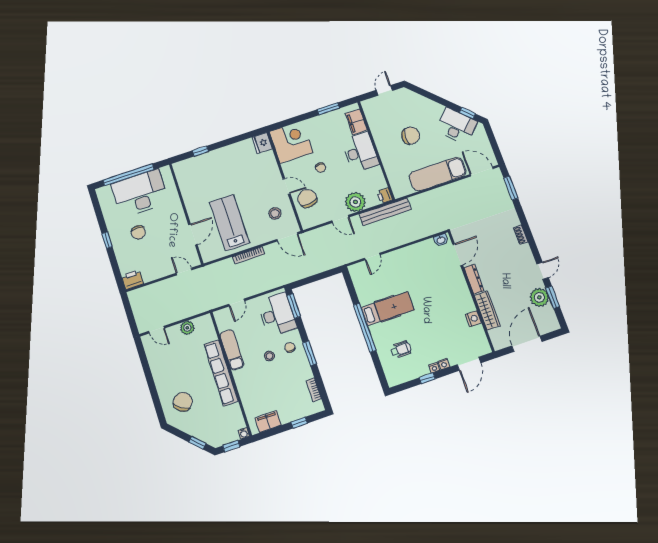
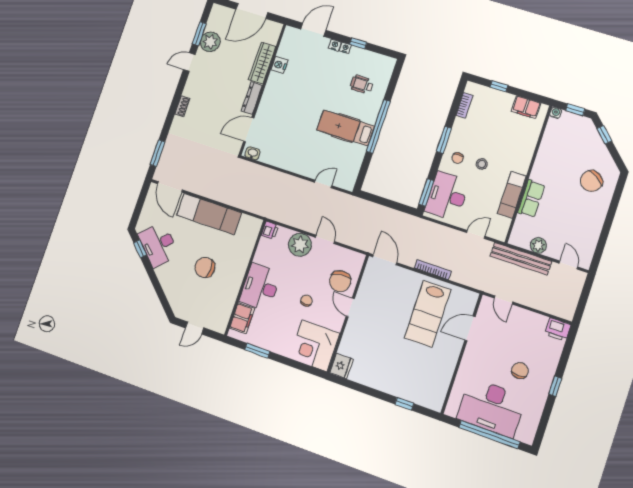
bench: (385, 212) -> (521, 259), moved
stool: (275, 213) -> (380, 290), removed
row of seats: (221, 373) -> (531, 199), width x0.50

